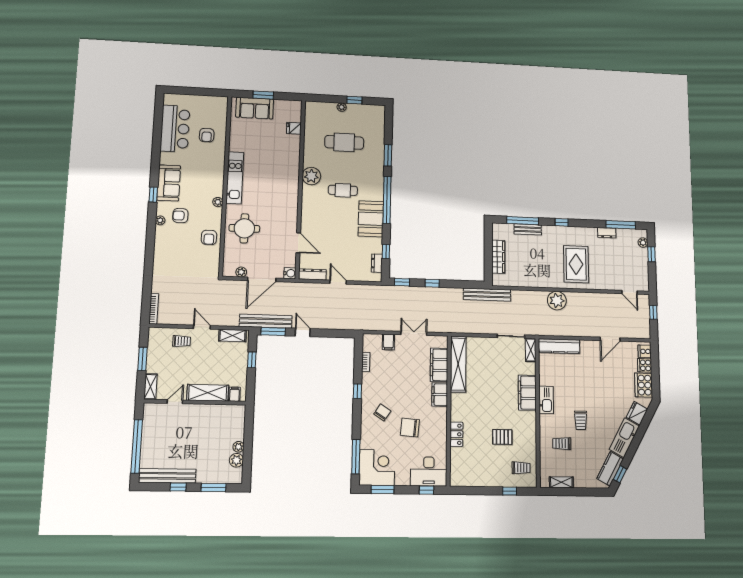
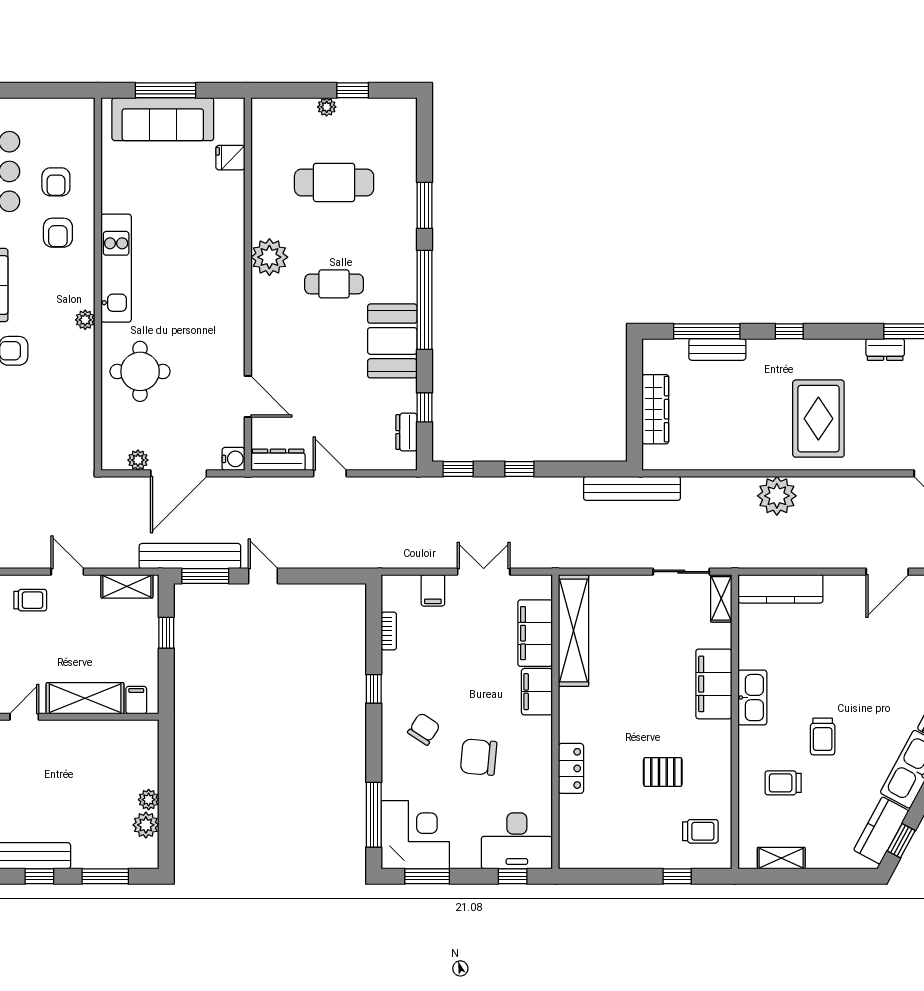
window: (263, 95) -> (166, 90), width x1.44
sofa: (255, 108) -> (163, 119), width x1.36
armchair: (209, 237) -> (58, 233), moved

